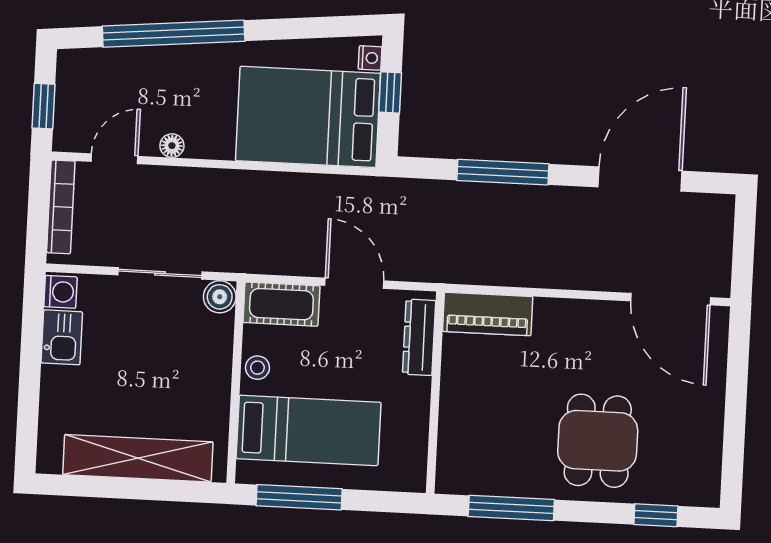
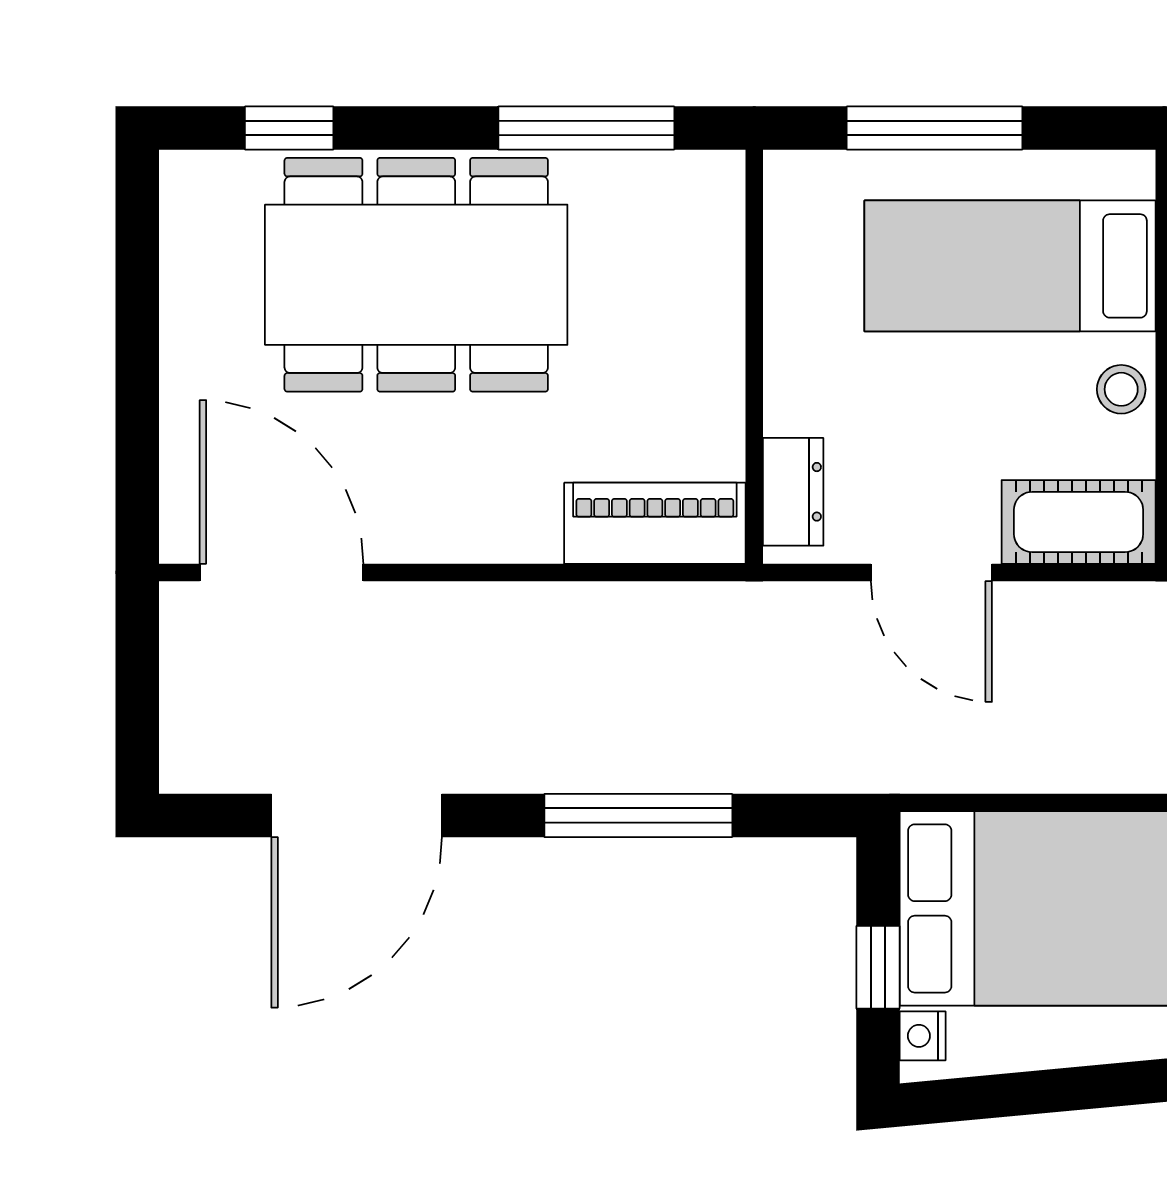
dresser: (419, 337) -> (793, 492), width x0.70
dining table: (598, 441) -> (416, 275), width x1.88, depth x1.24
window: (299, 497) -> (935, 128), moved

